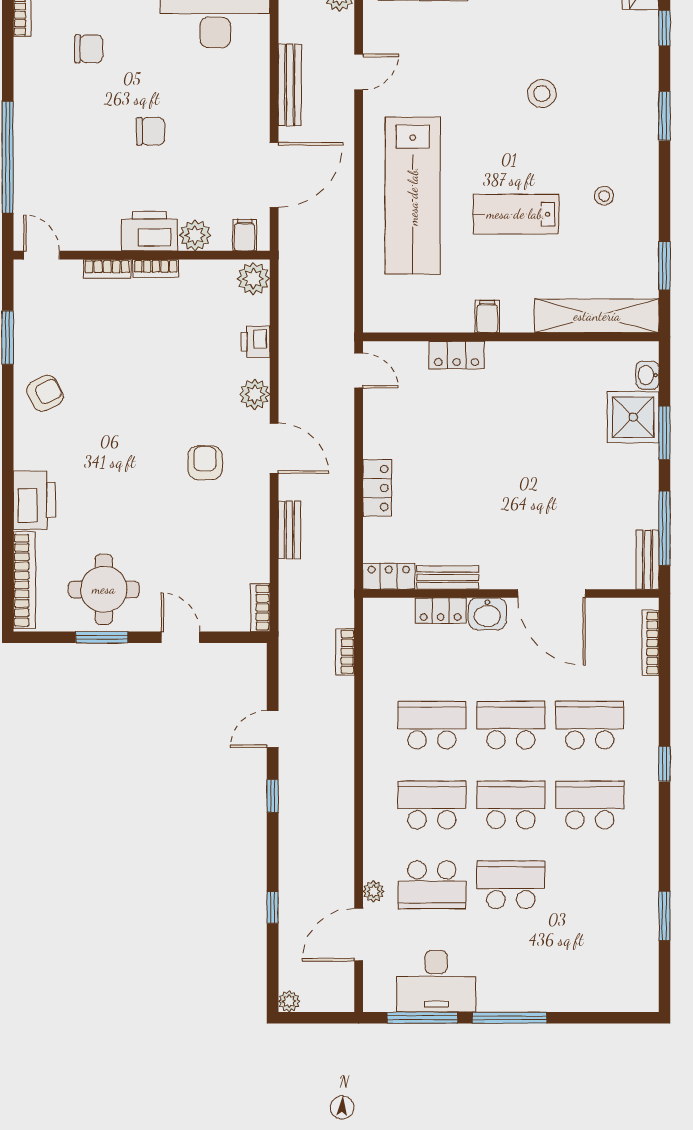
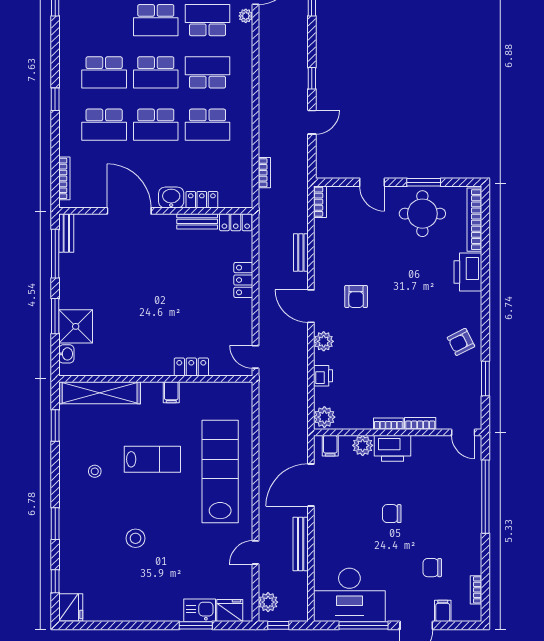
school desk: (432, 805) -> (208, 72), turned 180

